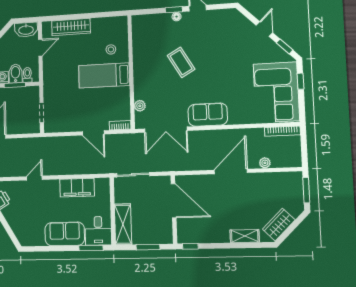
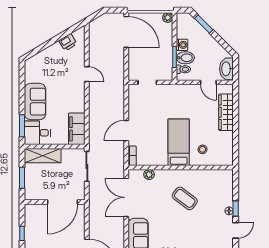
coffee table: (181, 62) -> (185, 198), moved, turned 67
filing cabinet: (77, 188) -> (77, 129), moved
window: (190, 246) -> (22, 233), moved

